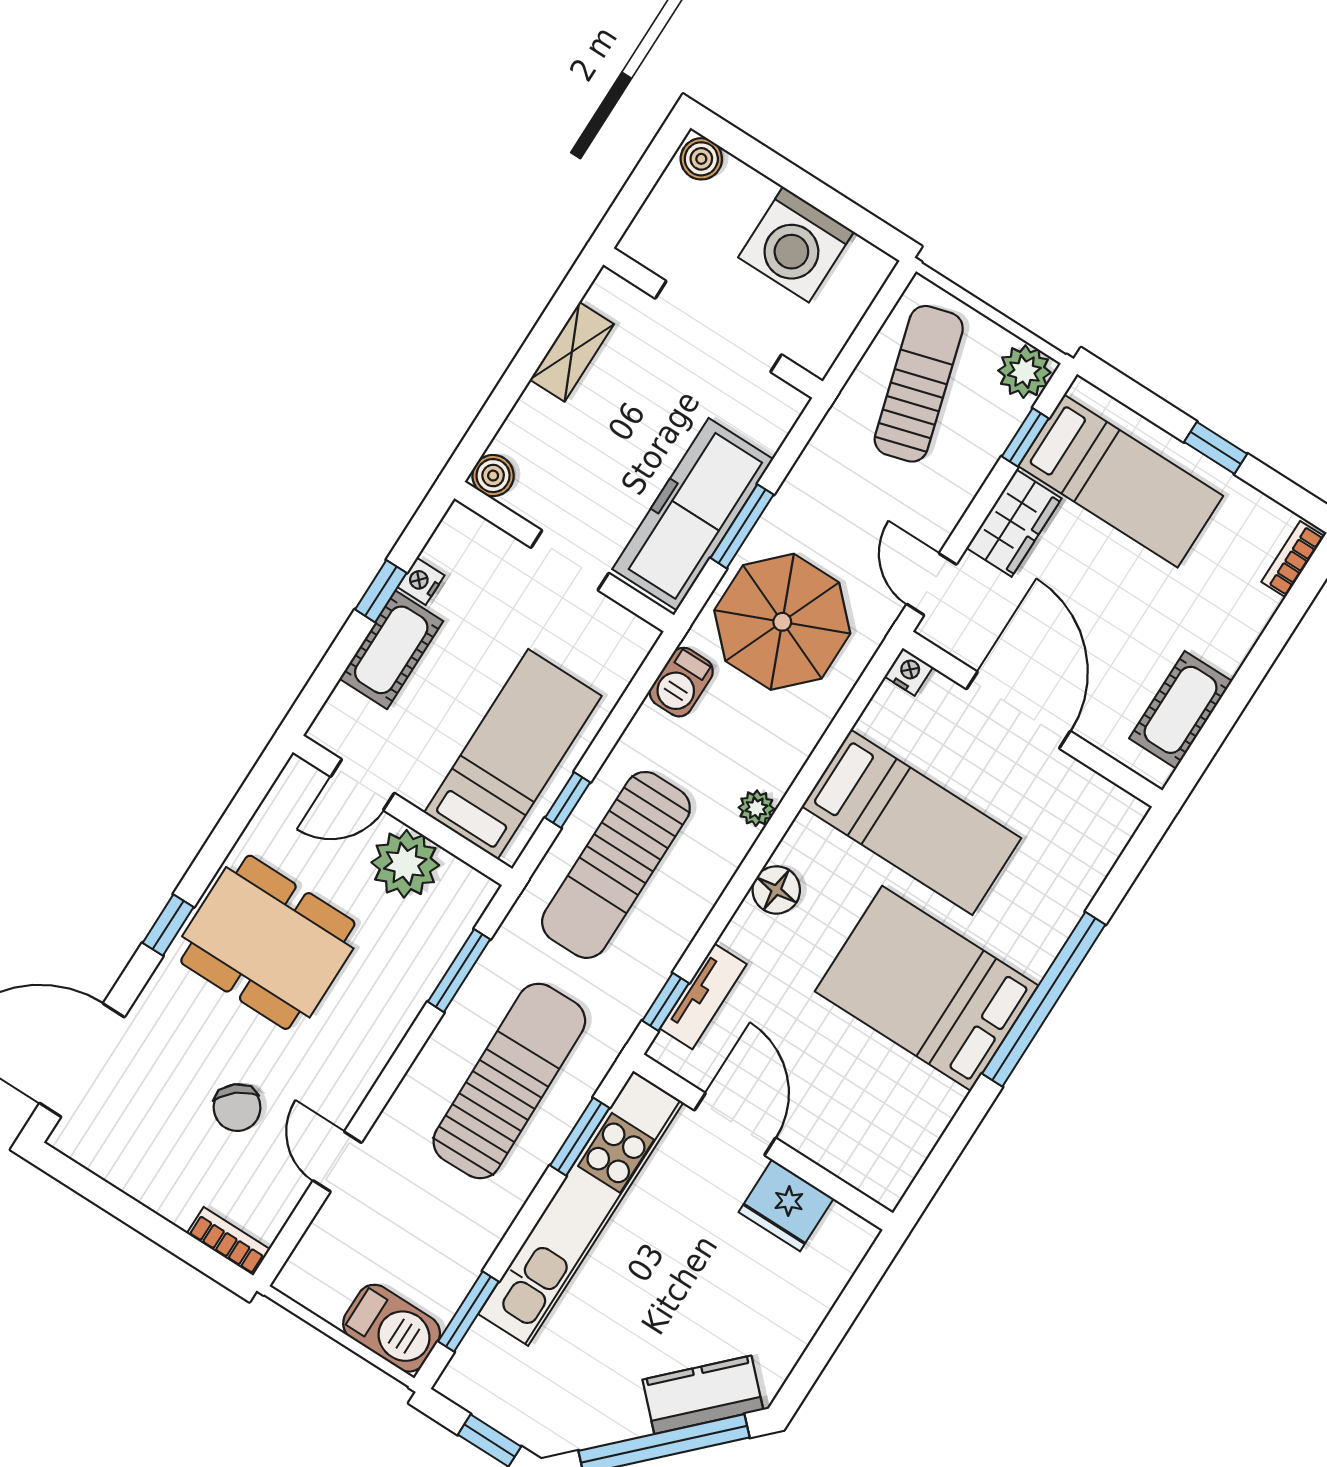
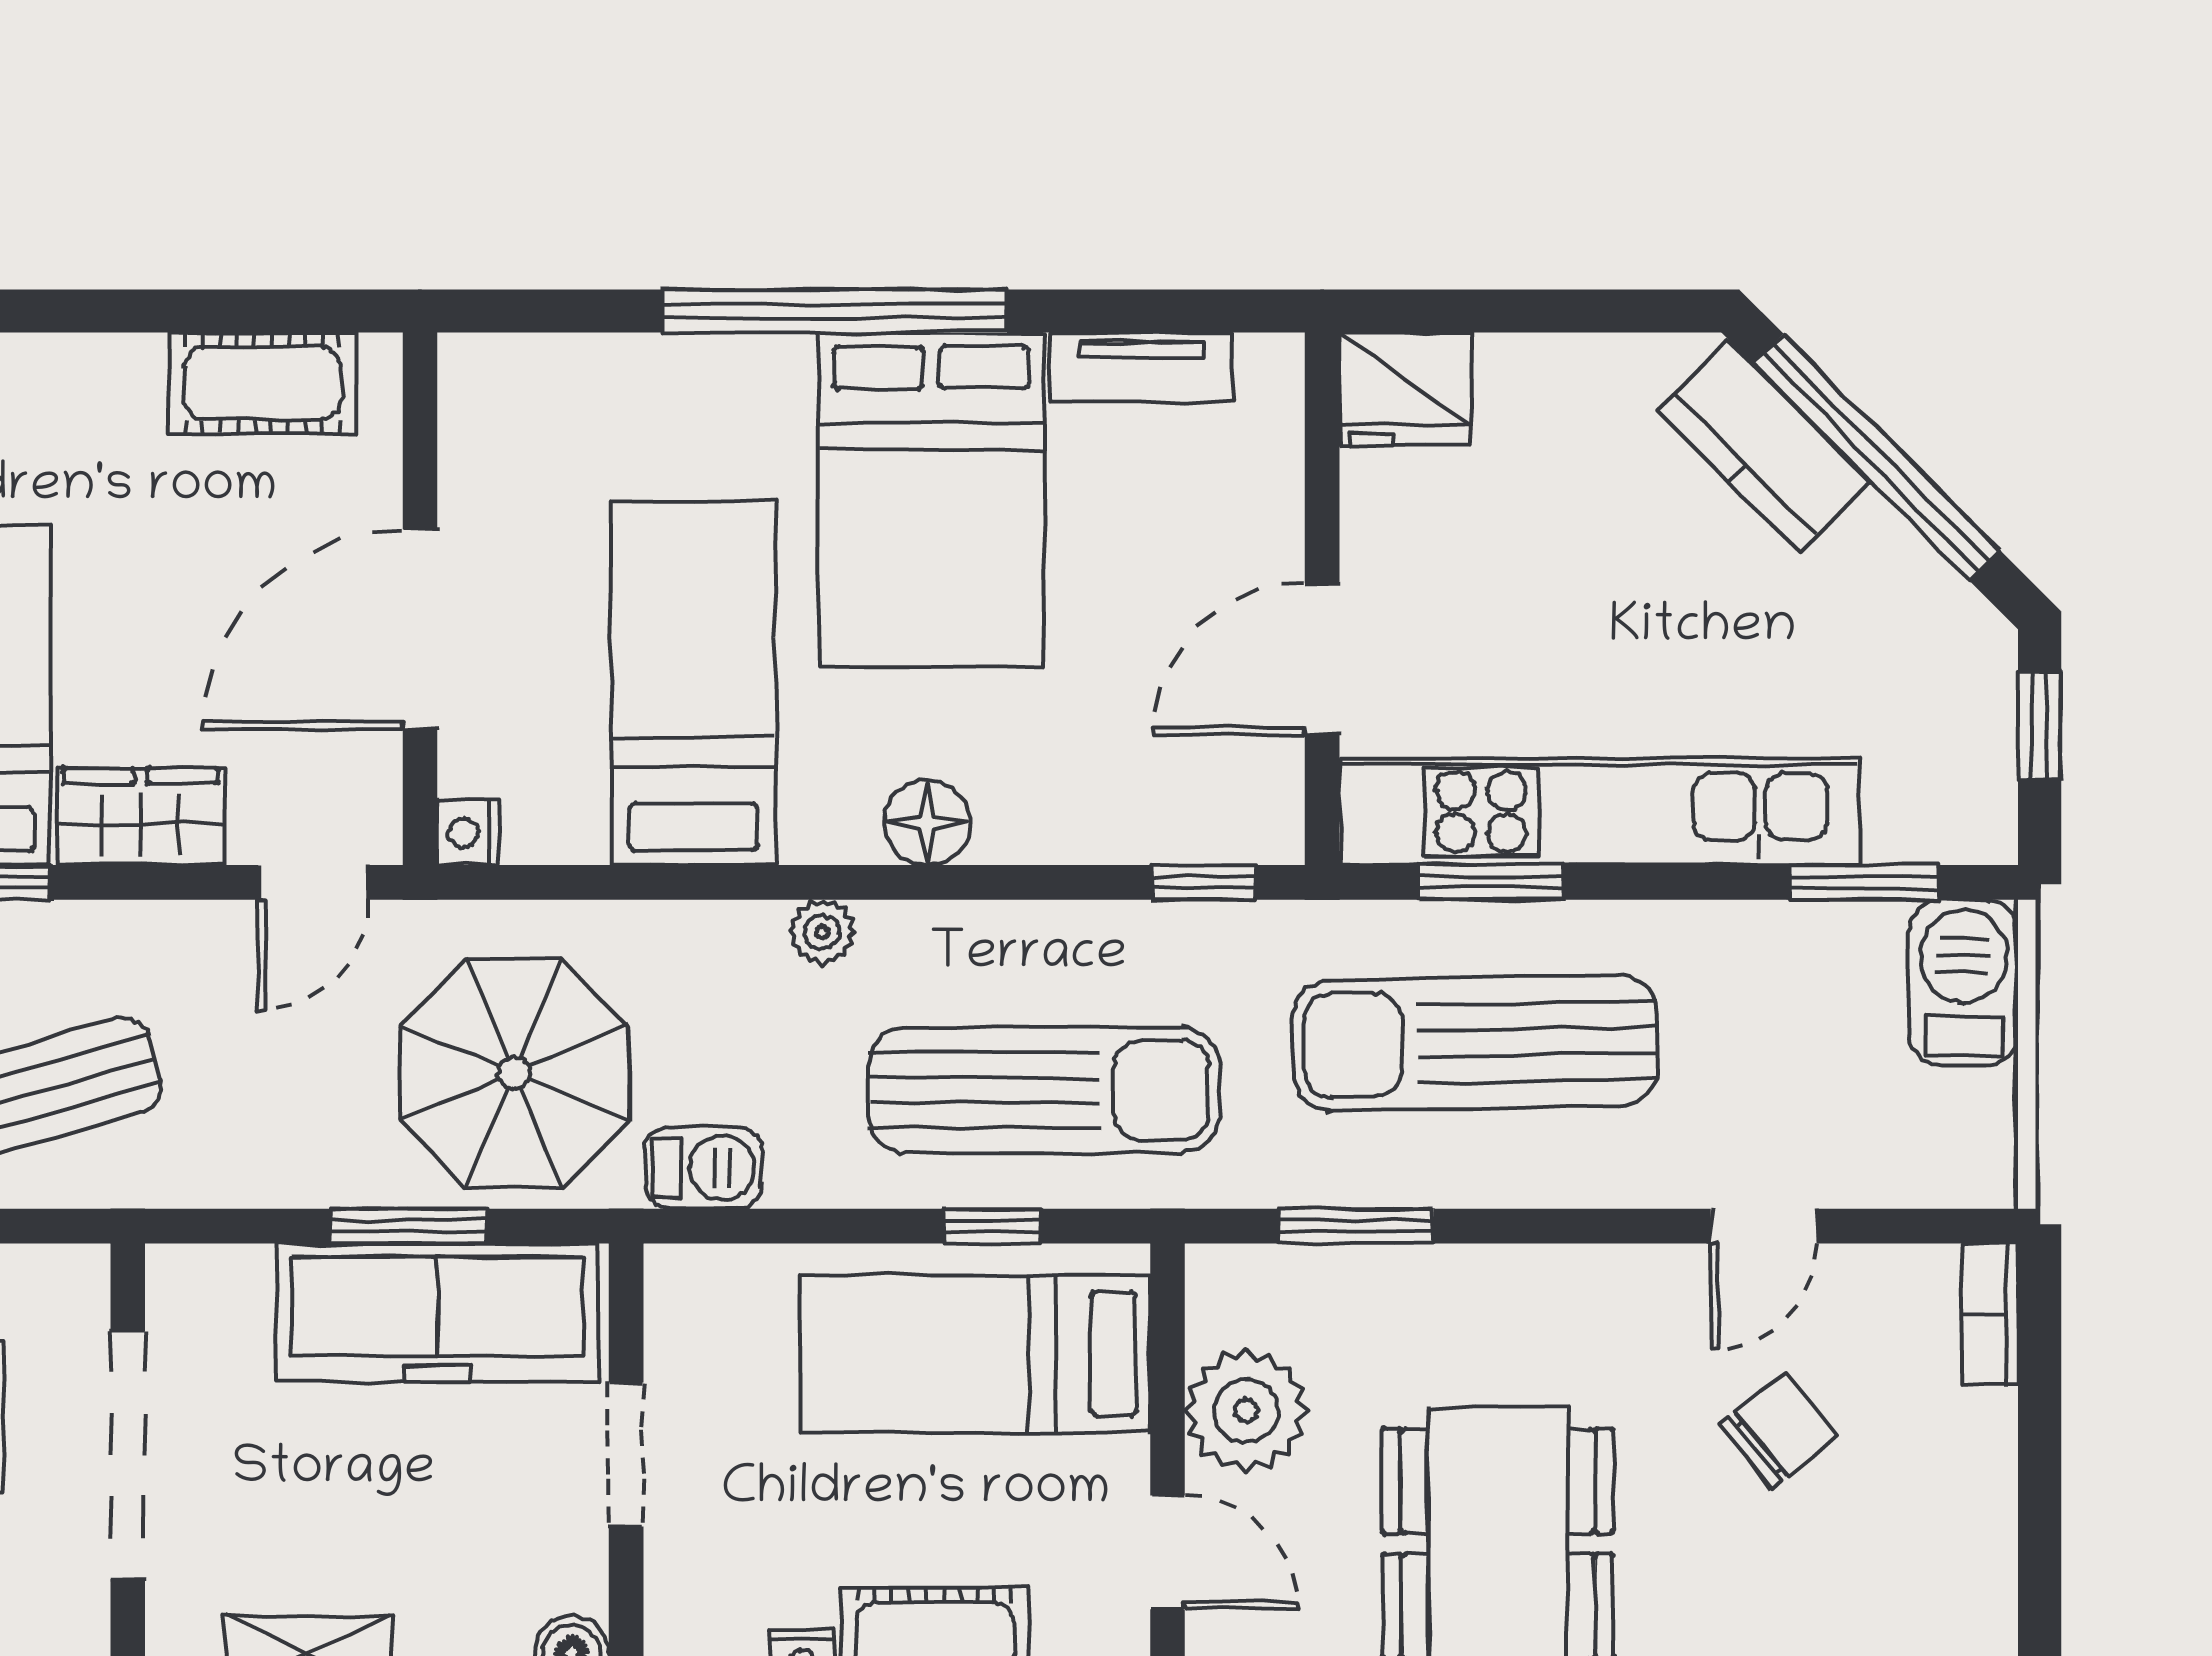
tv unit: (703, 996) -> (1141, 367), moved, turned 180
fridge: (786, 1205) -> (1405, 389), moved, turned 90

